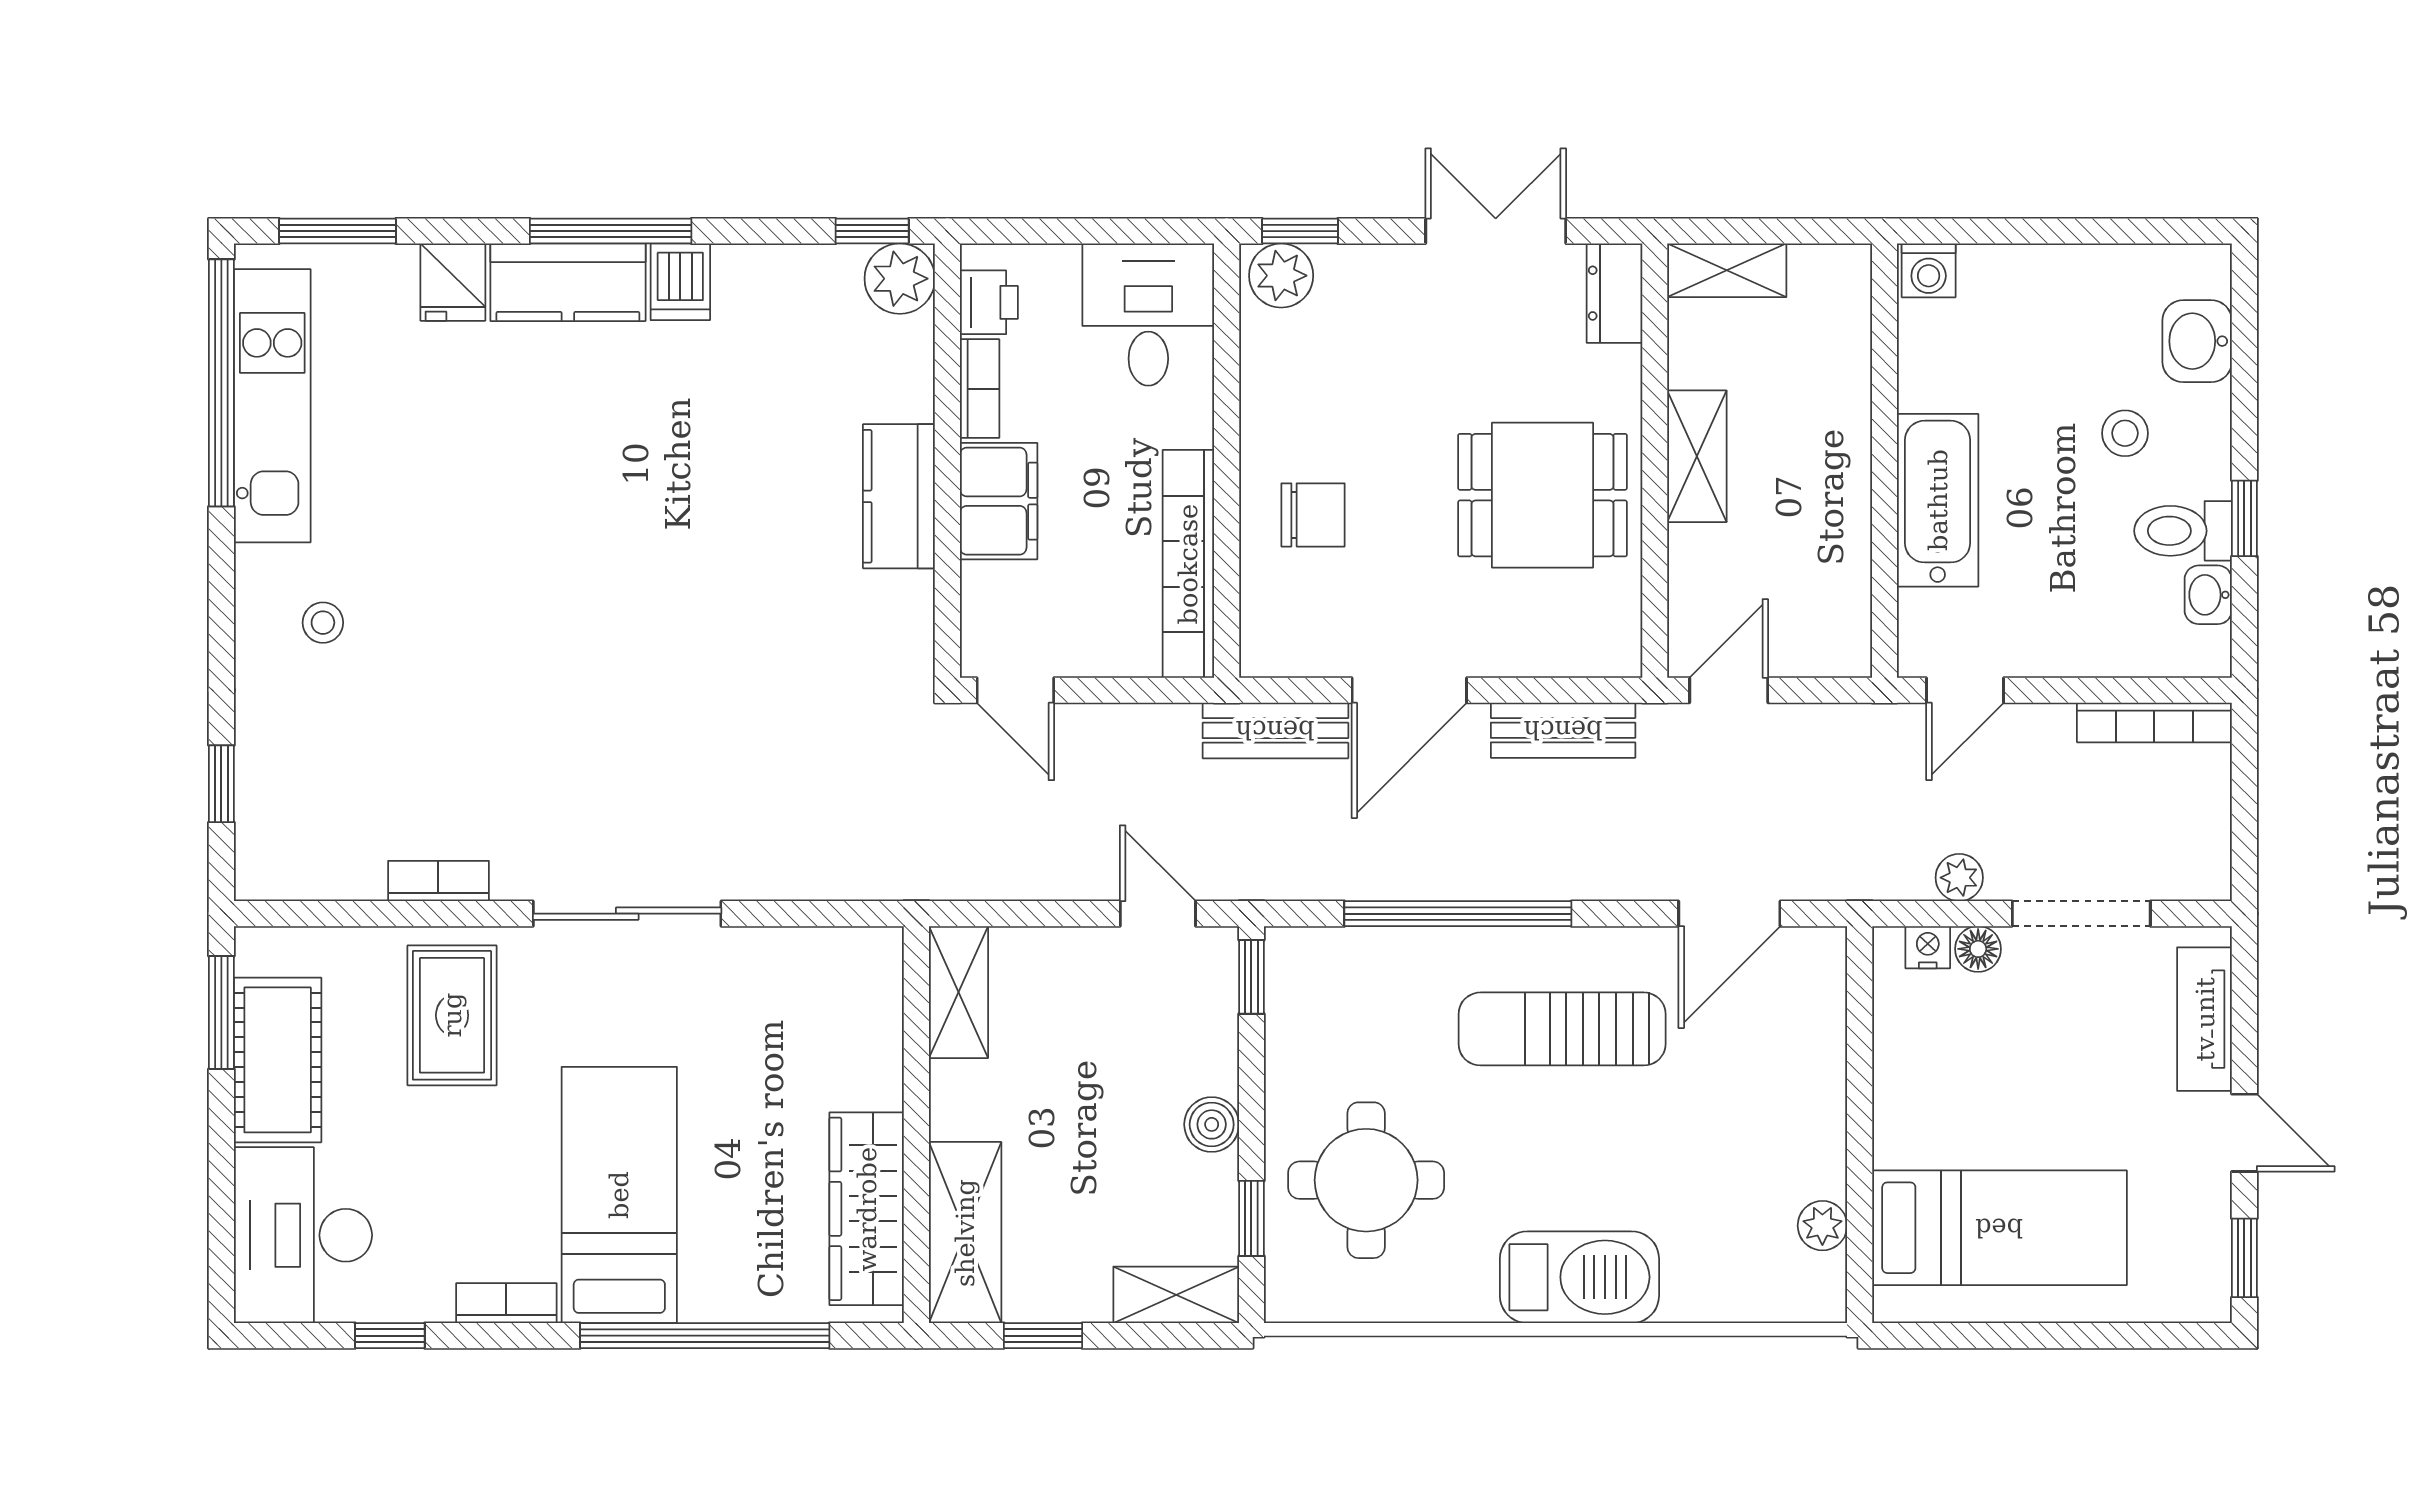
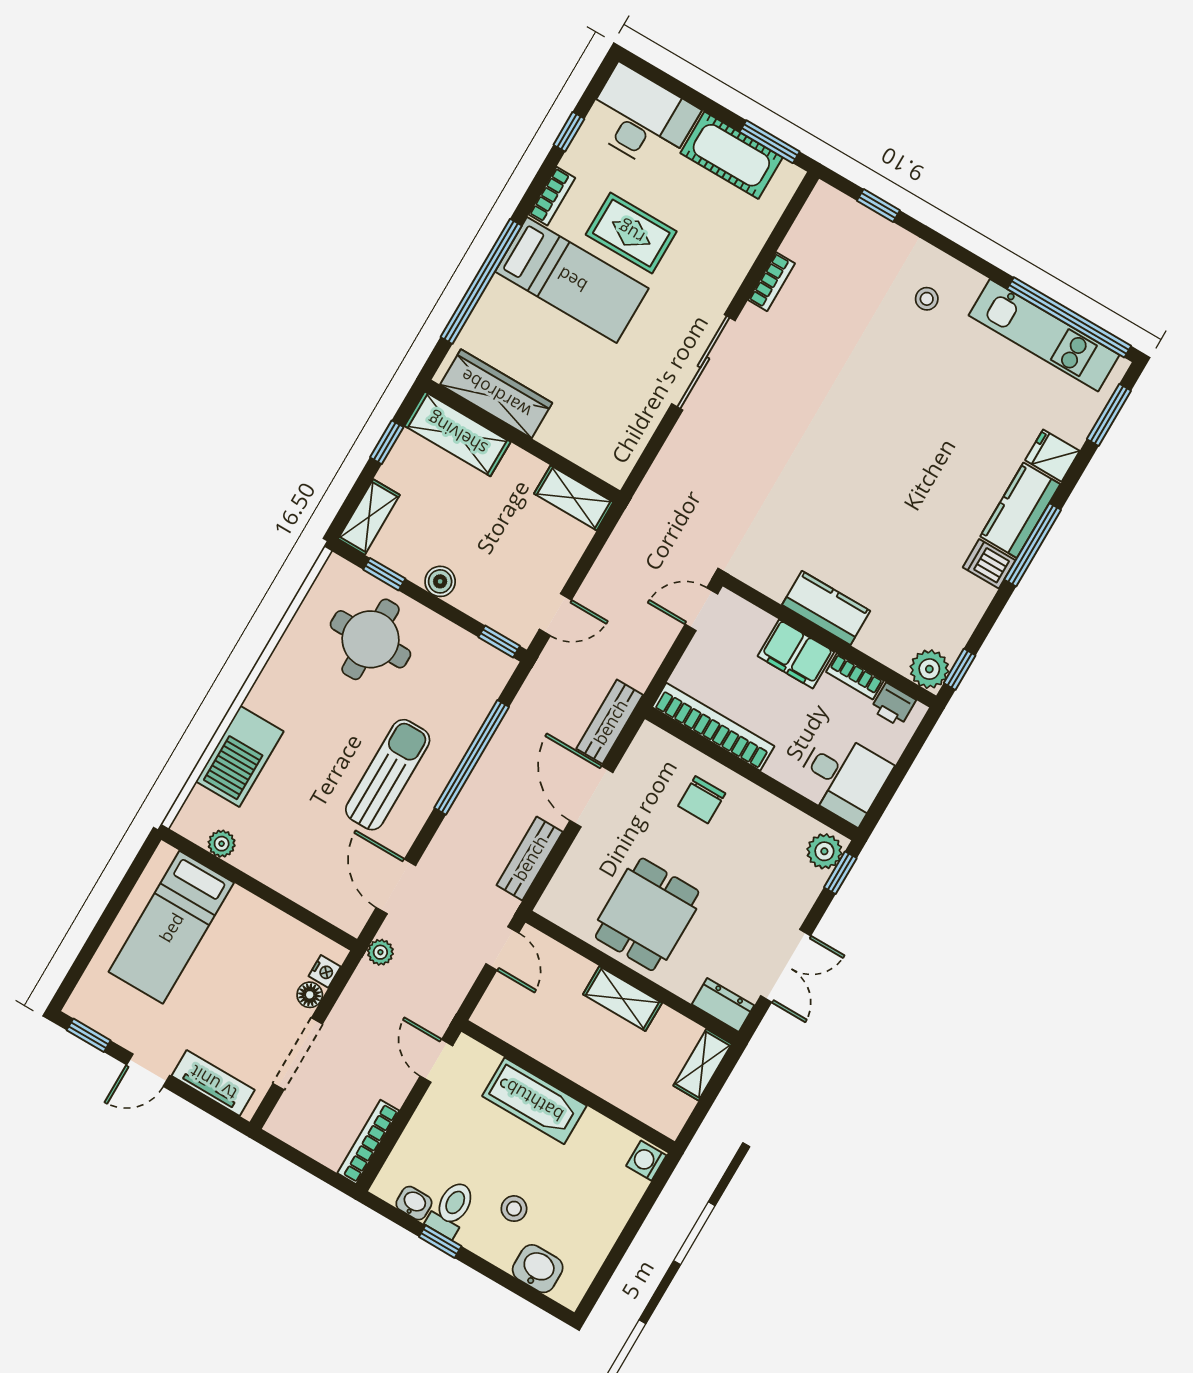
plant: (1959, 878) -> (380, 952), moved
rug: (452, 1015) -> (631, 233), moved
barbecue: (1579, 1277) -> (240, 756), moved

